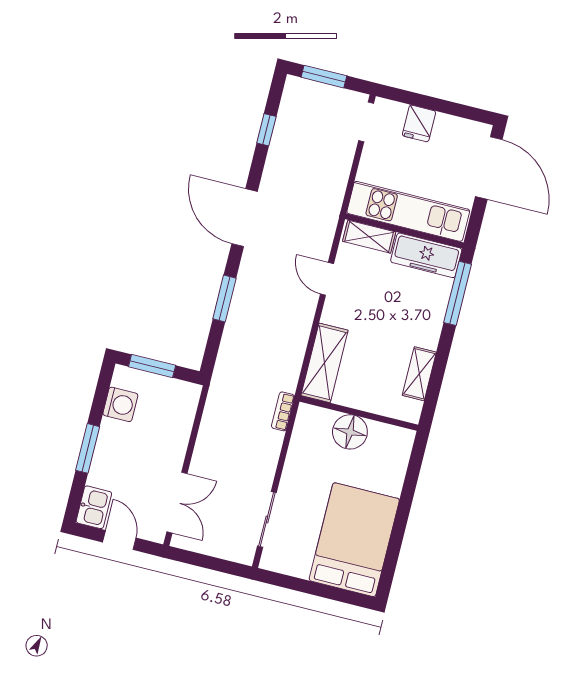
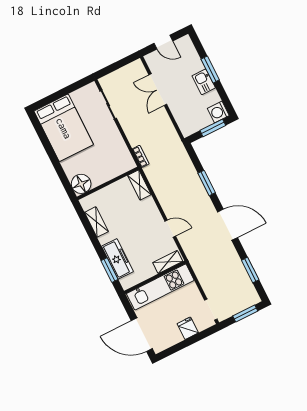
window: (266, 130) -> (250, 270), width x1.50
freezer: (426, 255) -> (118, 259), moved, turned 90
window: (458, 293) -> (109, 270), width x0.69
shelving: (325, 363) -> (139, 185), width x0.67, depth x0.75
washing machine: (120, 404) -> (218, 112), moved
floor lamp: (350, 432) -> (81, 184), moved
double door: (177, 503) -> (158, 90), moved
kitchen sink: (94, 507) -> (204, 82), moved

